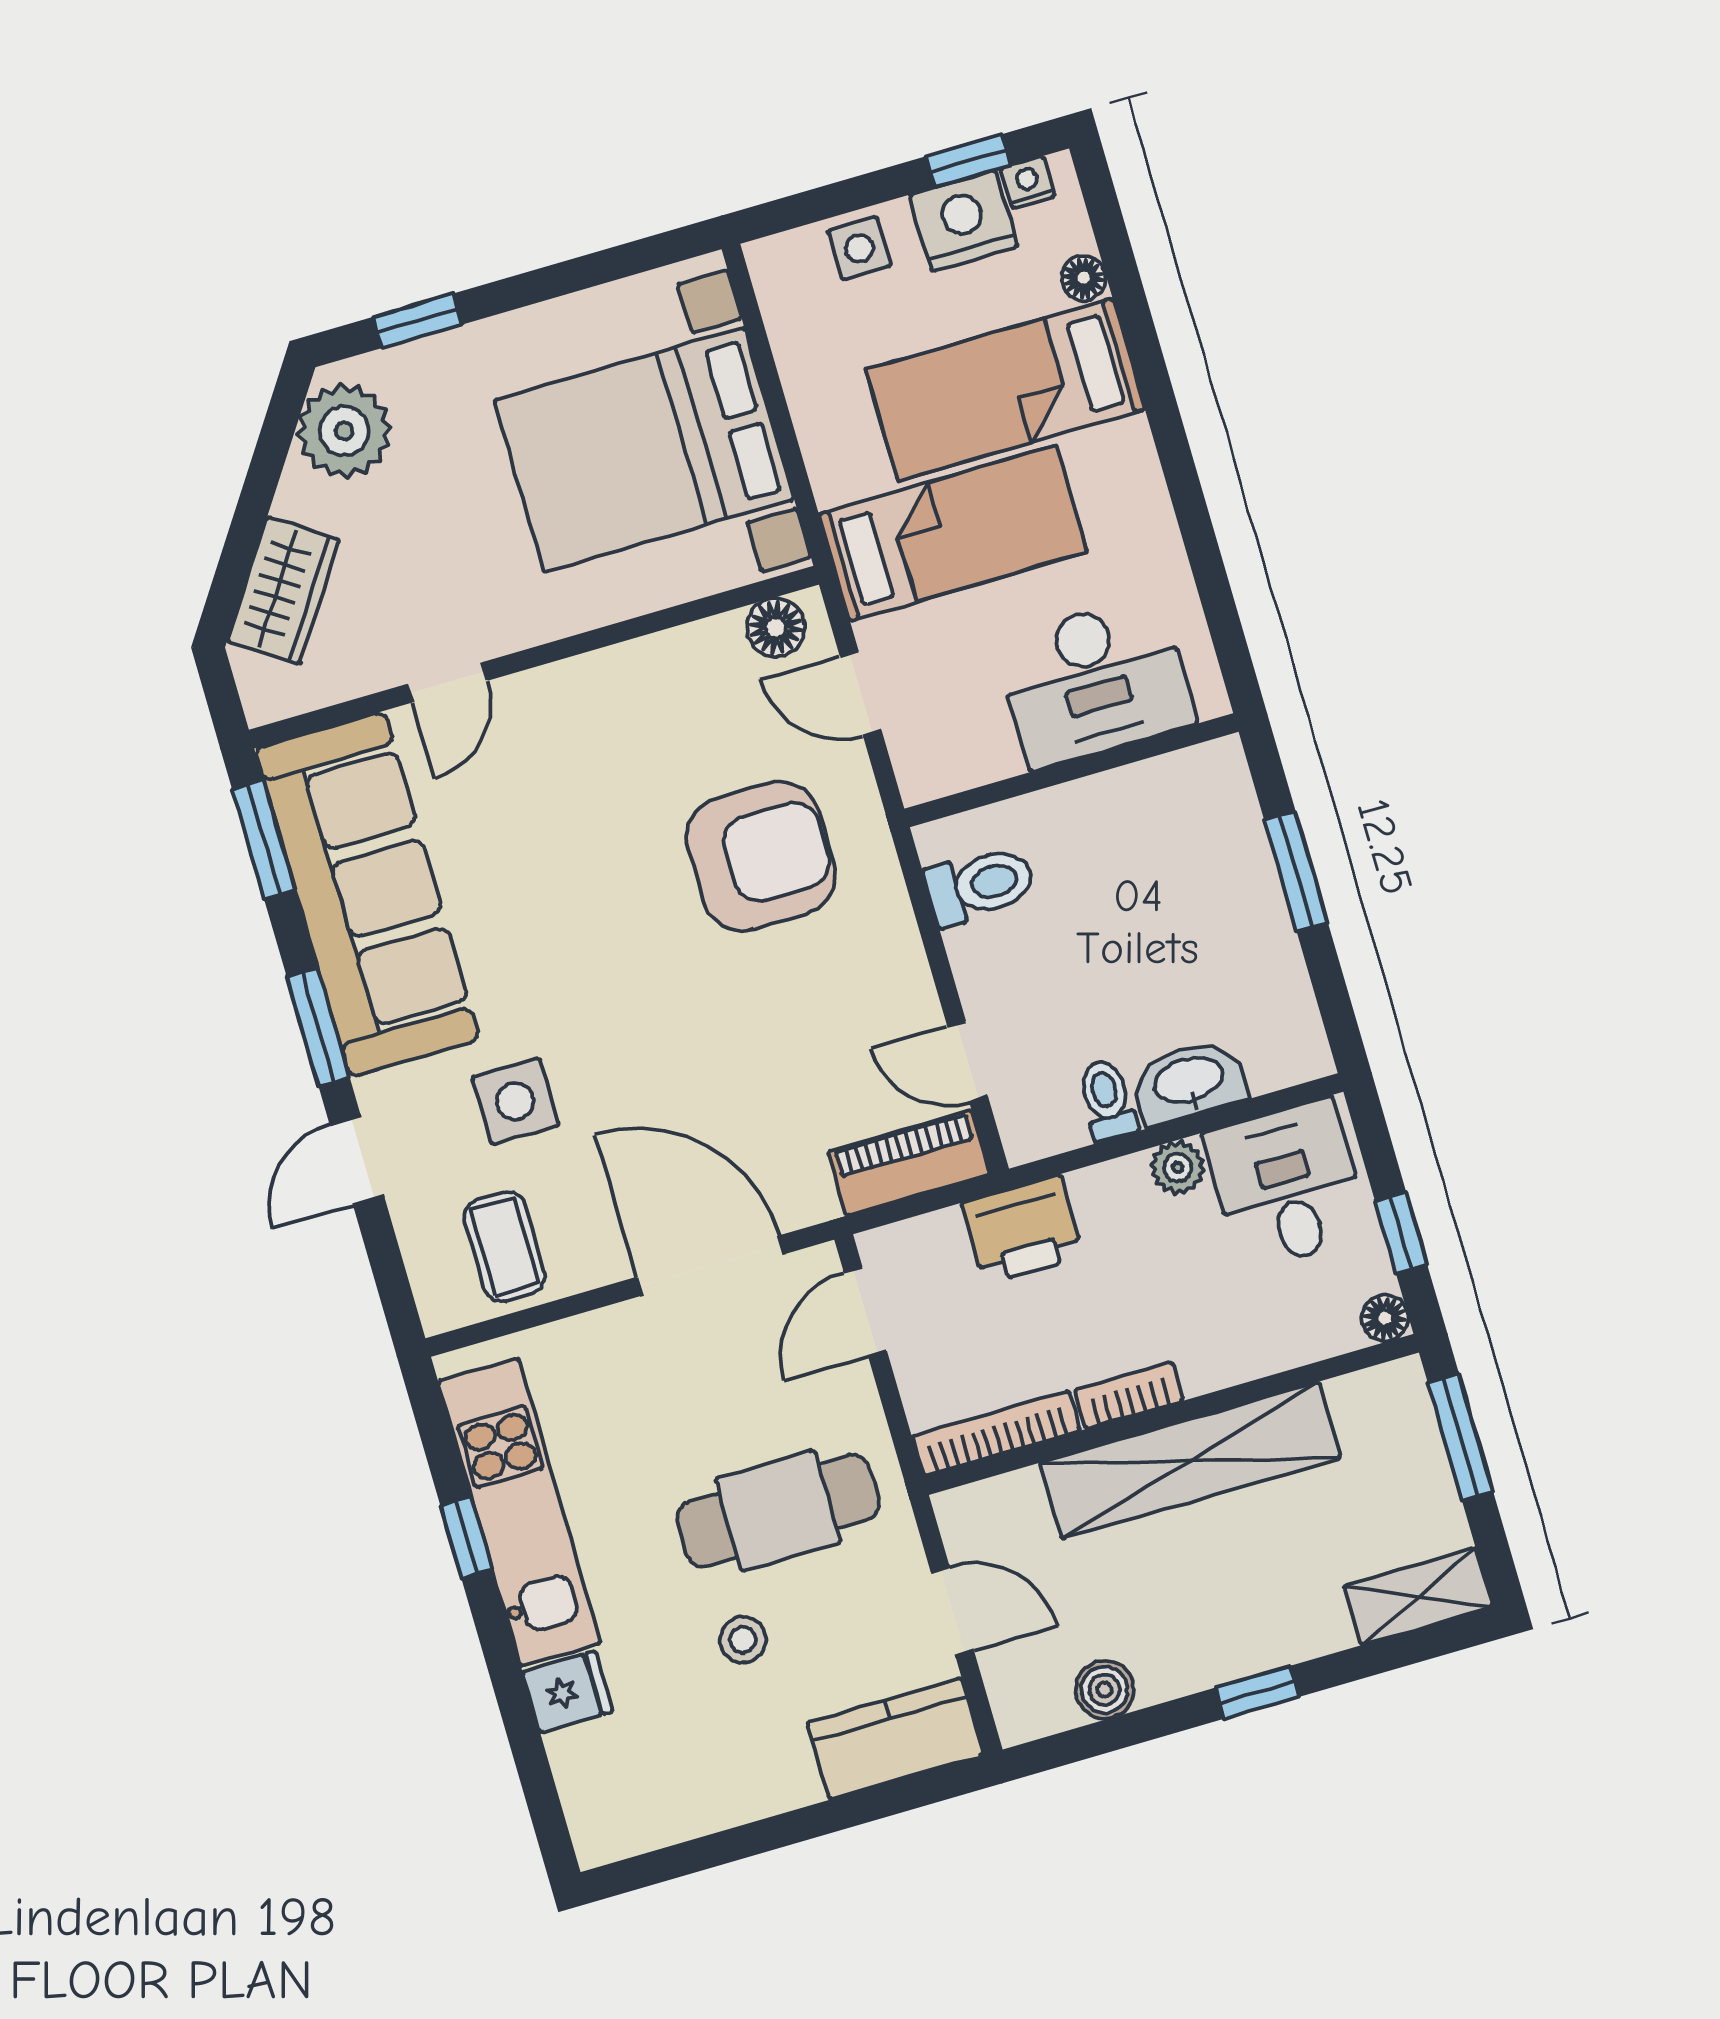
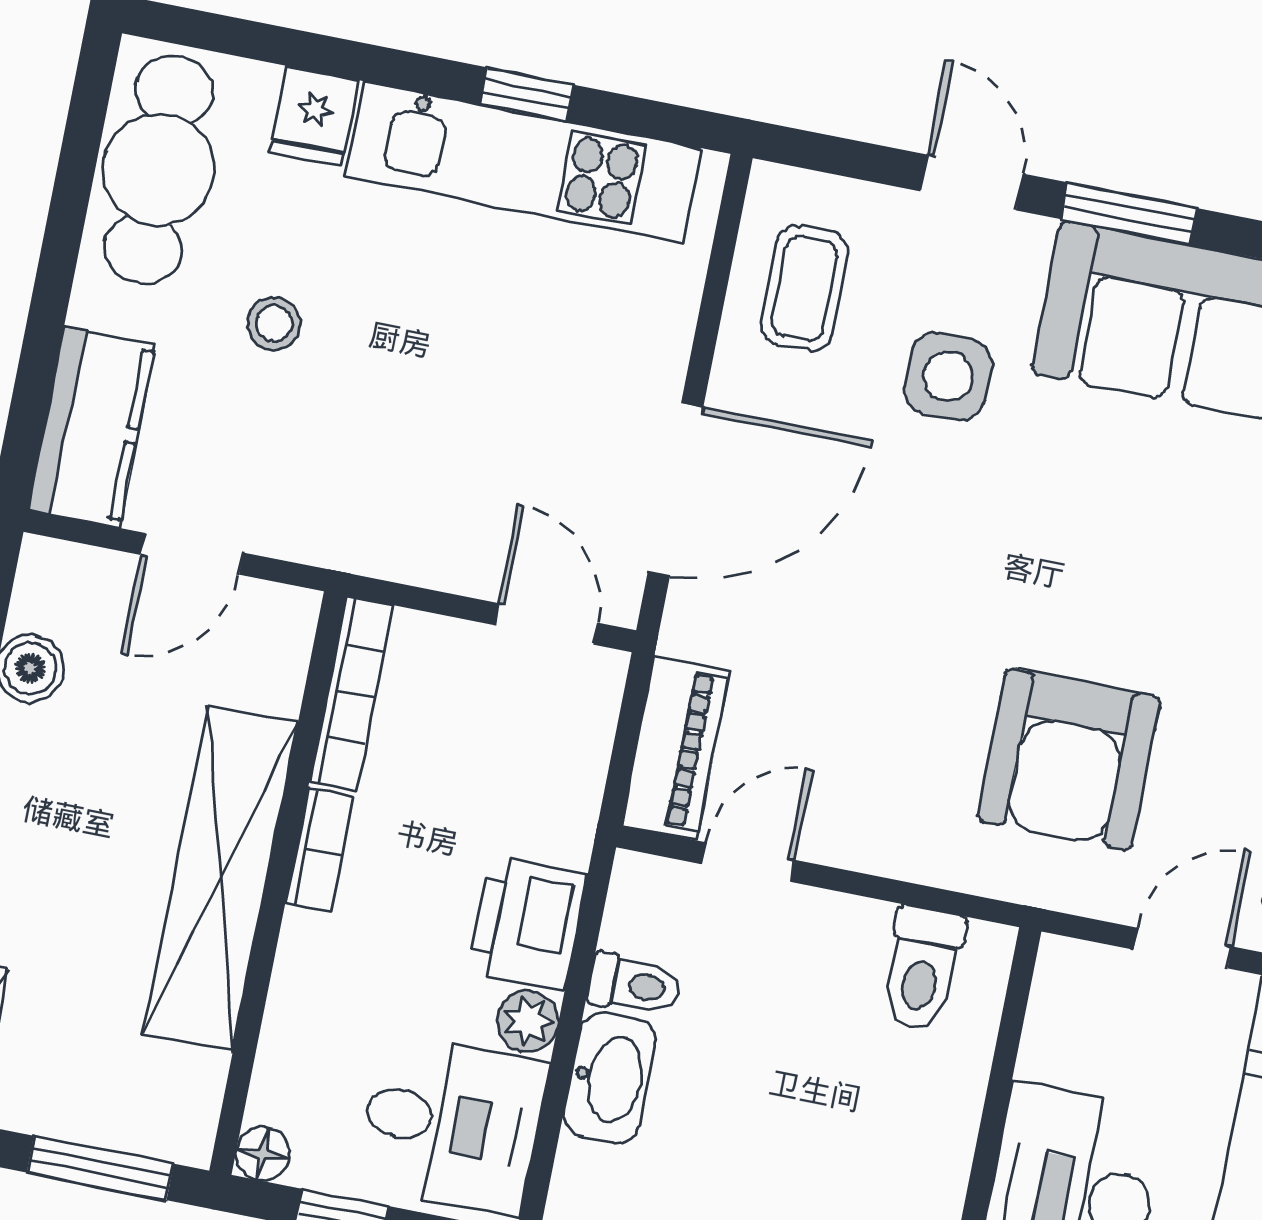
printer: (1022, 1229) -> (528, 923), moved
coffee table: (505, 1247) -> (805, 288), turned 90
cafe table: (778, 1511) -> (159, 170), moved

